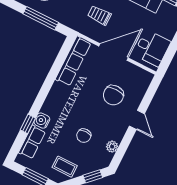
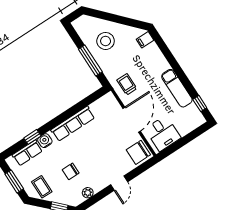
trolley: (99, 15) -> (127, 84), moved
door: (113, 52) -> (132, 120), hinge flipped
row of seats: (73, 61) -> (73, 124), moved
chair: (113, 95) -> (138, 152), moved

